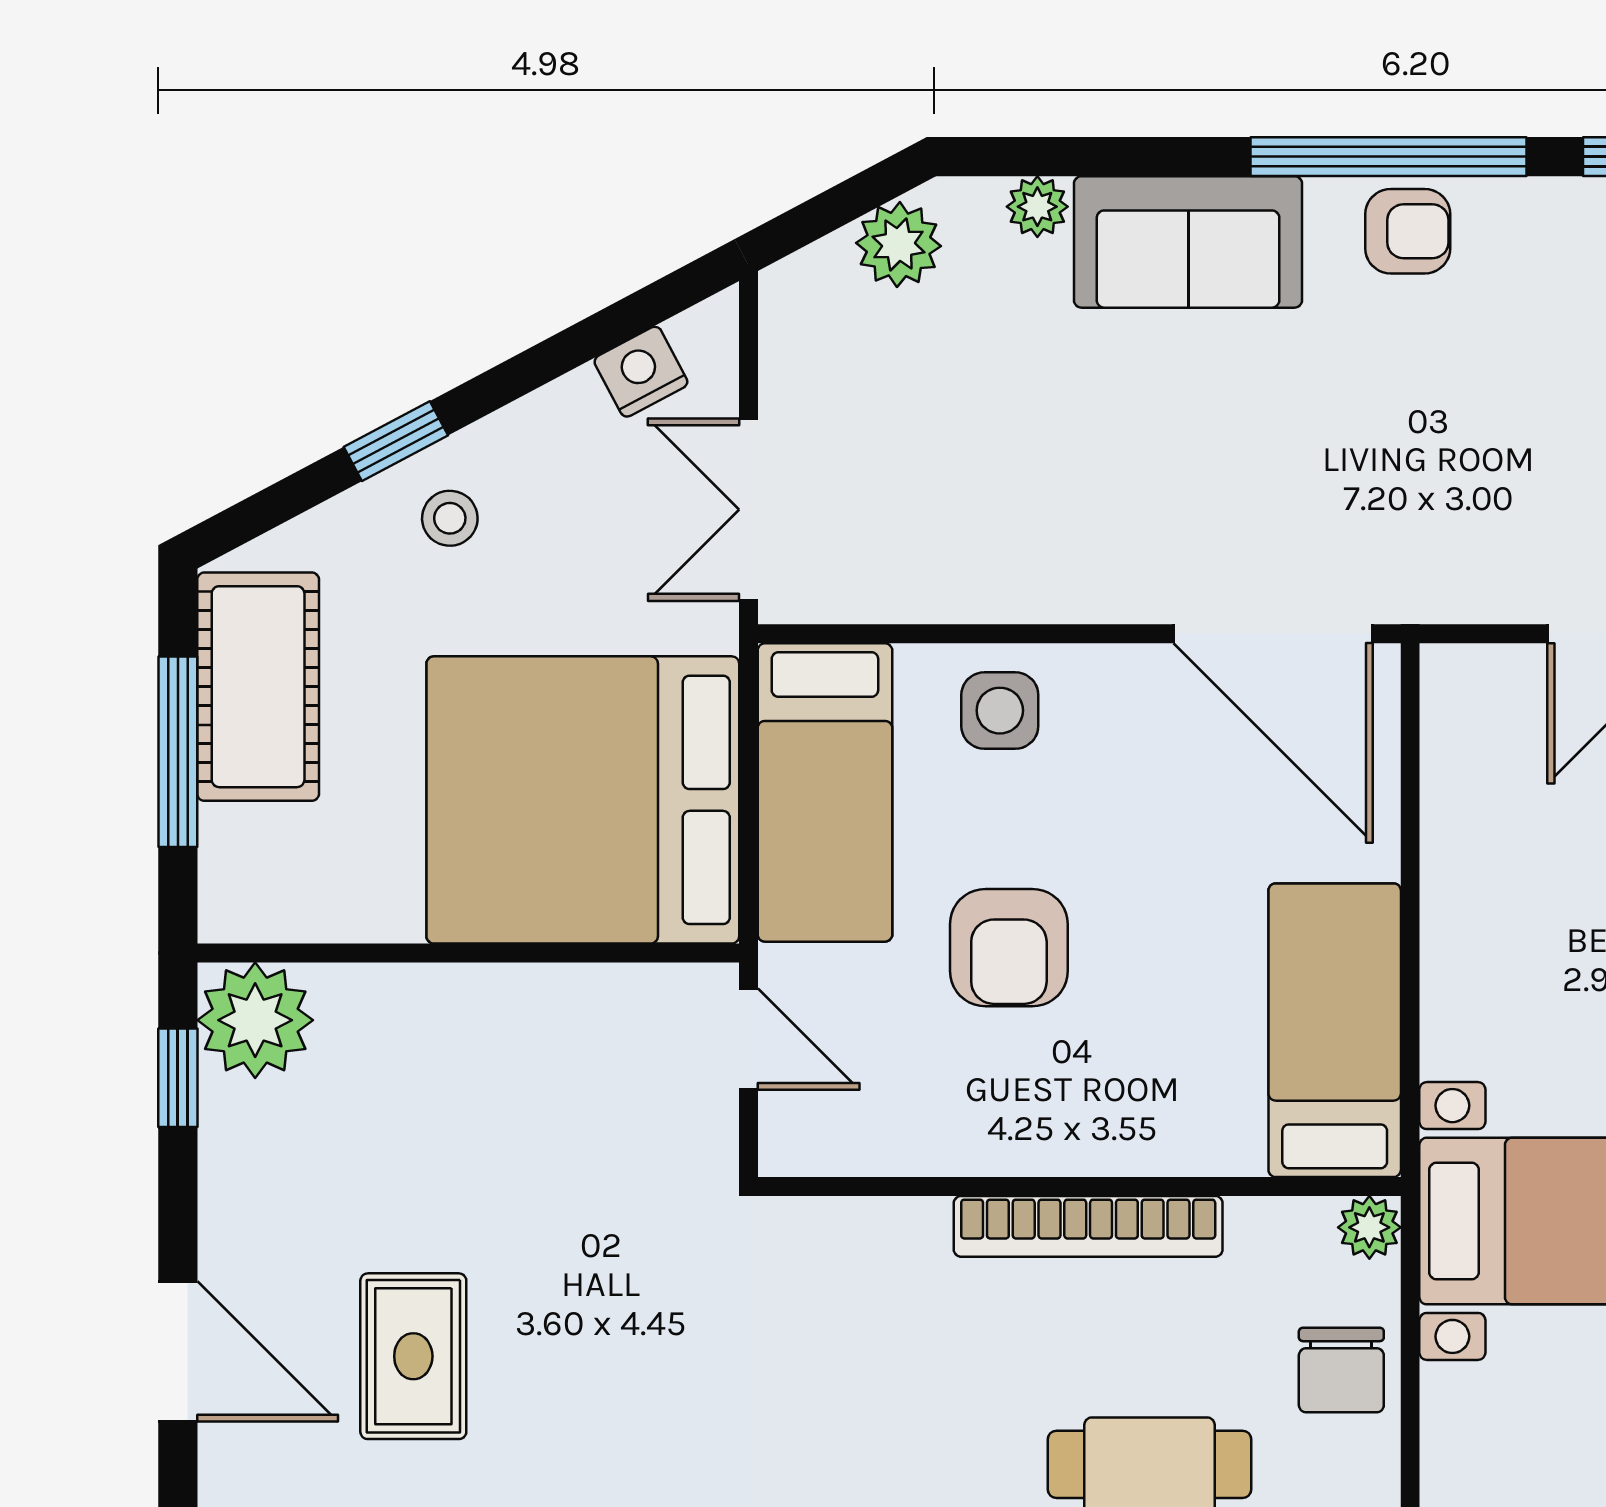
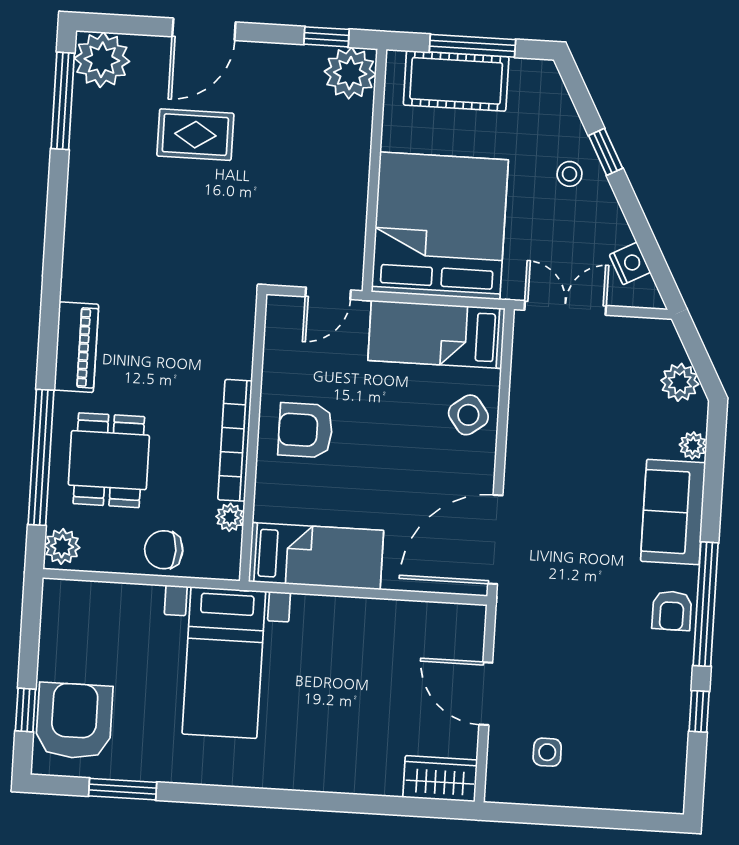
cot: (258, 687) -> (456, 81), moved
side table: (1000, 711) -> (468, 415), turned -36
armchair: (1009, 948) -> (305, 430), moved
plant: (1369, 1227) -> (230, 517), moved

